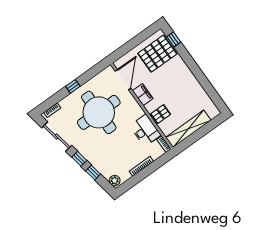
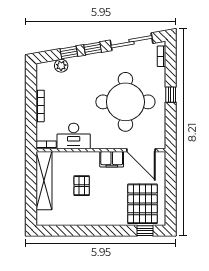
pallet: (161, 114) -> (82, 186), moved
plant: (115, 181) -> (61, 66), moved

